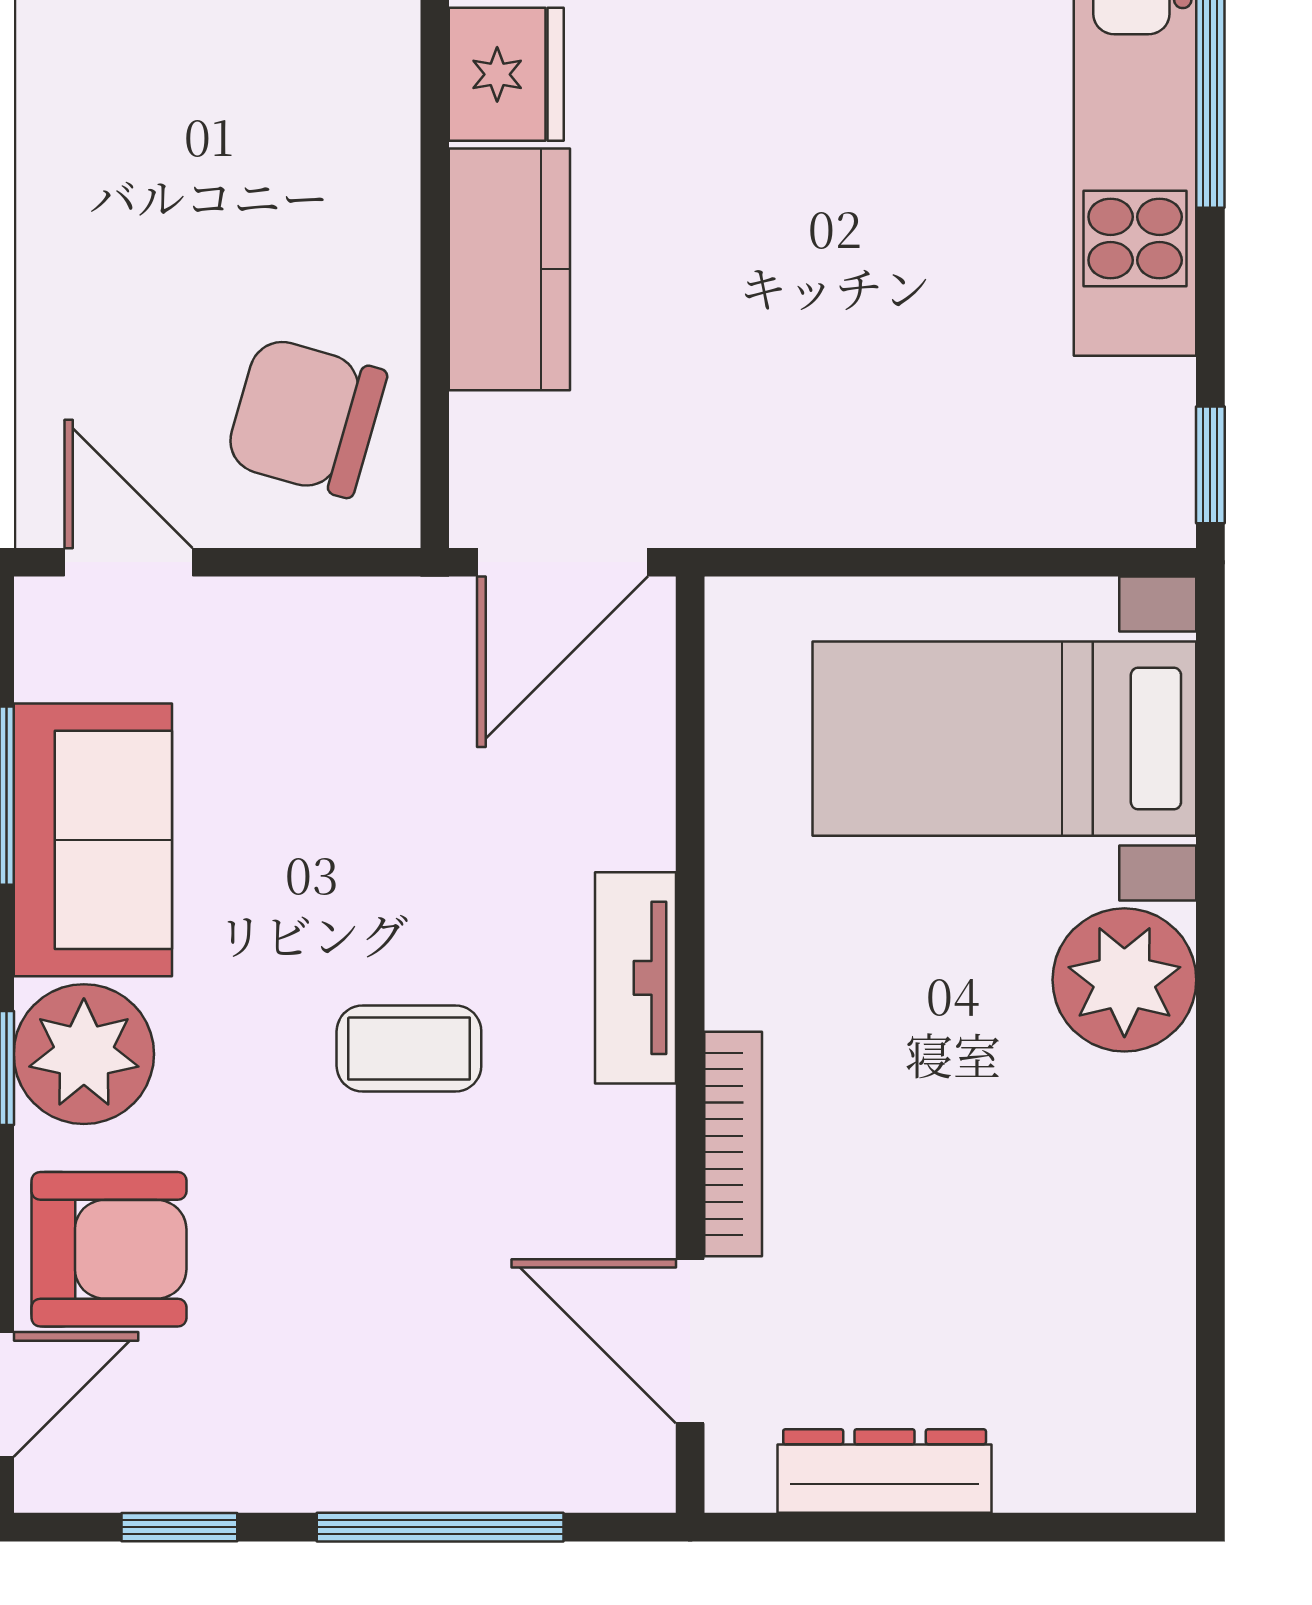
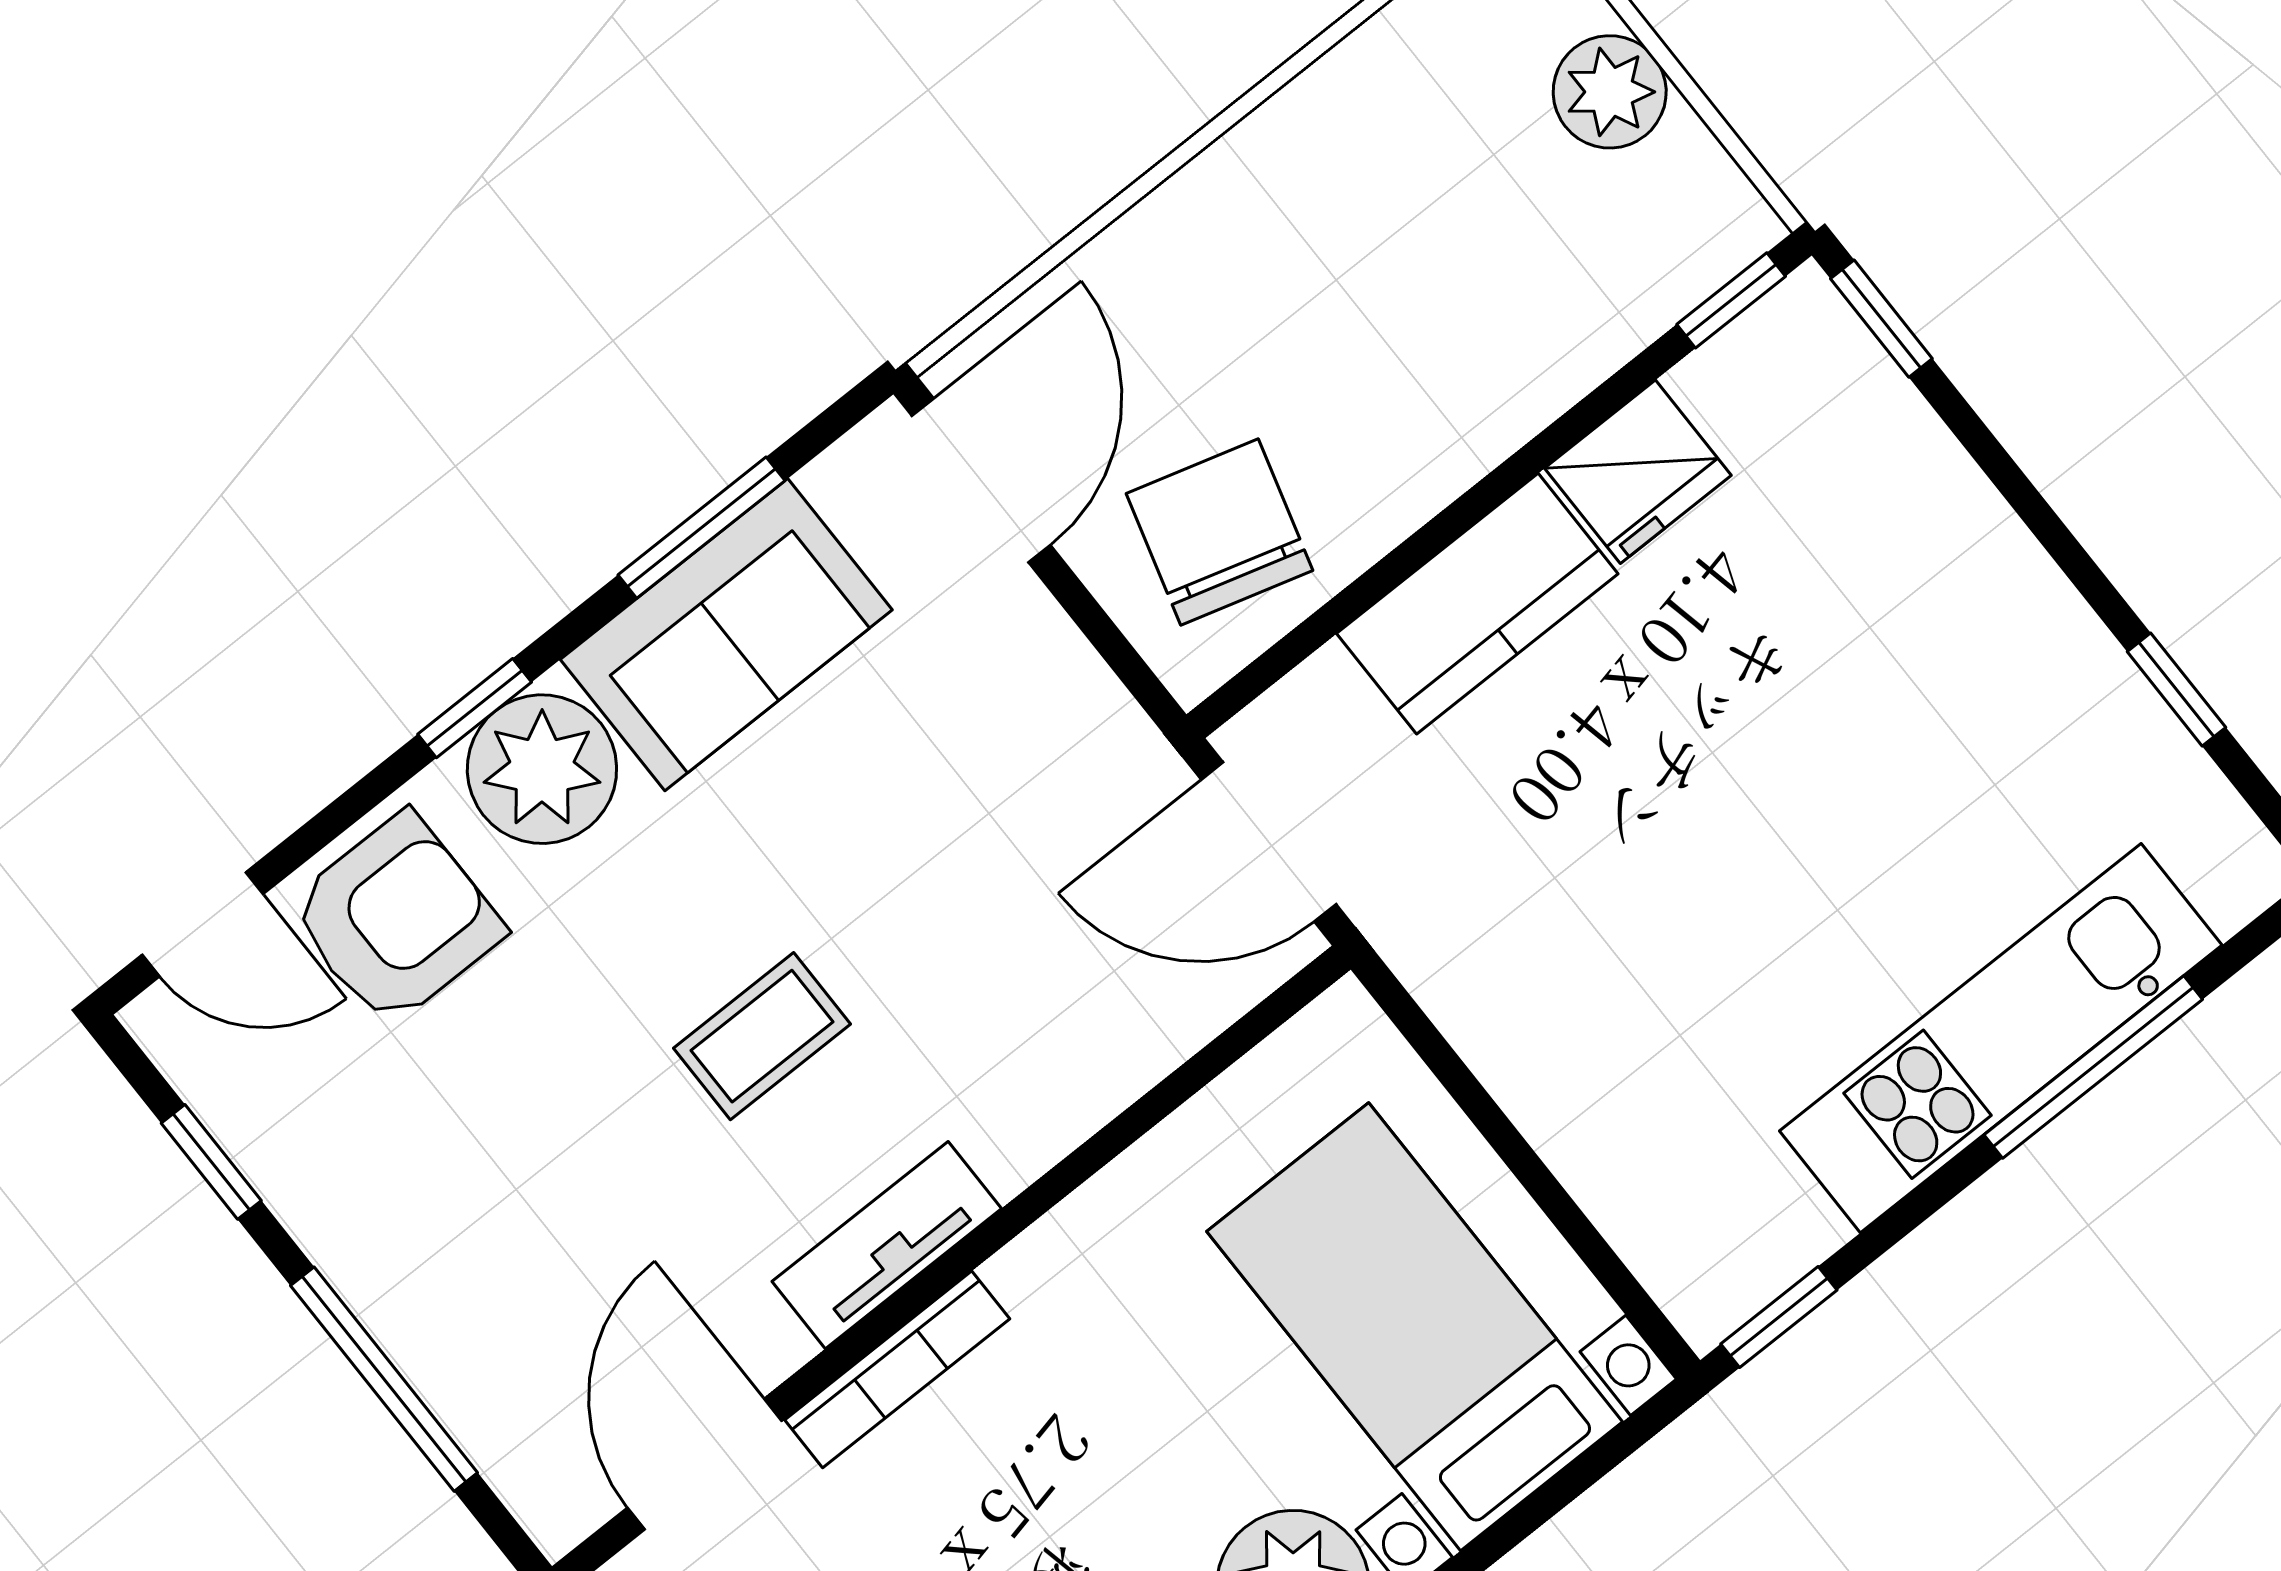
door: (129, 562) -> (981, 480), width x1.38
tv unit: (636, 978) -> (887, 1245), moved
coffee table: (409, 1049) -> (762, 1036), turned 90
armchair: (109, 1249) -> (396, 919), turned -90

